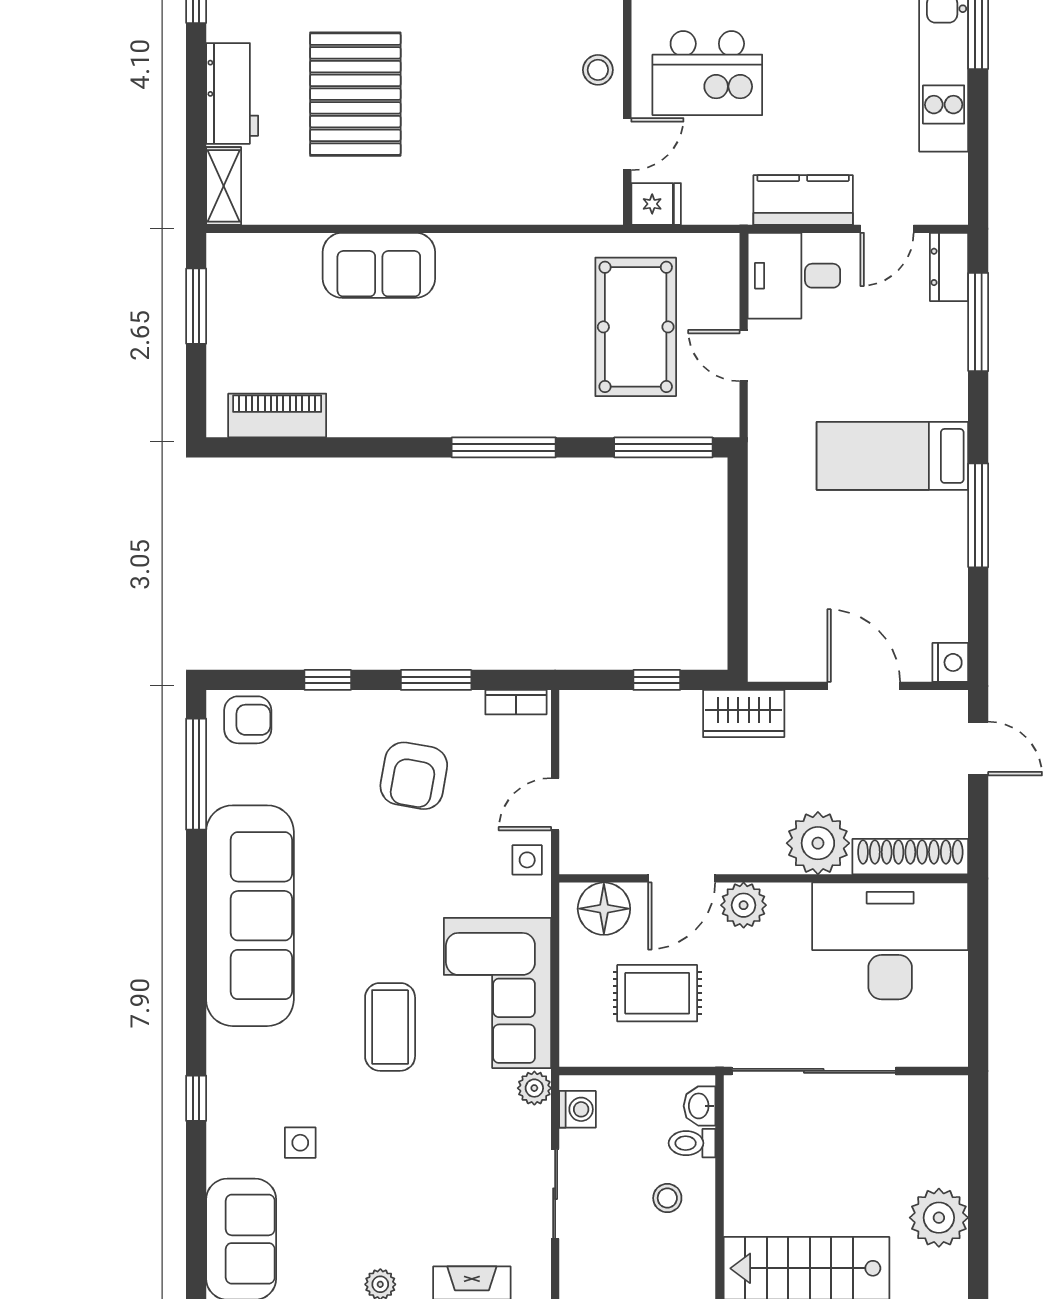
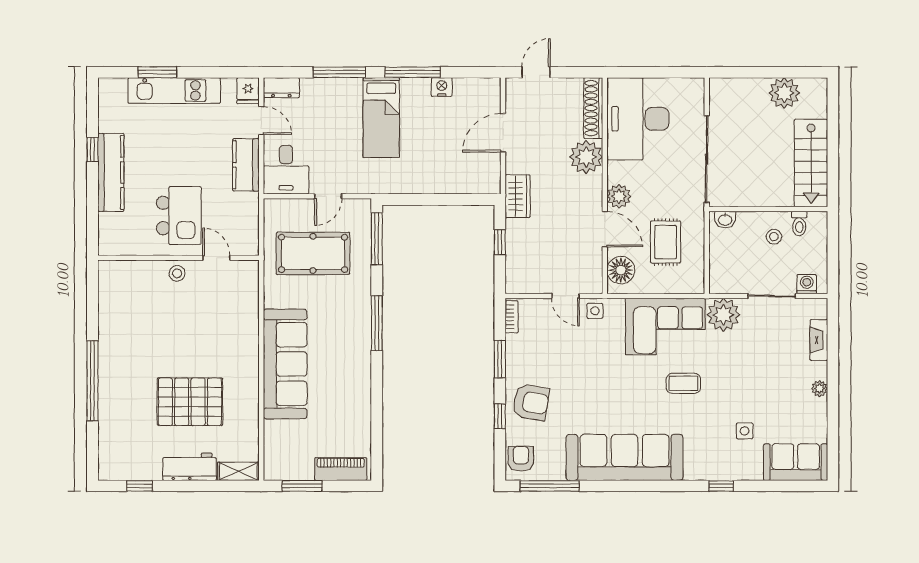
fridge: (656, 204) -> (248, 91), moved, turned 180
sofa: (379, 265) -> (285, 364), width x1.85, depth x1.27
window: (978, 322) -> (339, 72), moved
piano: (277, 415) -> (341, 469), moved, turned 90
nightstand: (950, 662) -> (442, 87), moved
armchair: (414, 776) -> (531, 402), moved
coffee table: (390, 1027) -> (683, 383), width x0.73, depth x0.77
plant: (534, 1088) -> (723, 315), width x1.88, depth x1.88
washing machine: (577, 1109) -> (807, 284), moved
toilet: (692, 1143) -> (799, 224), moved

